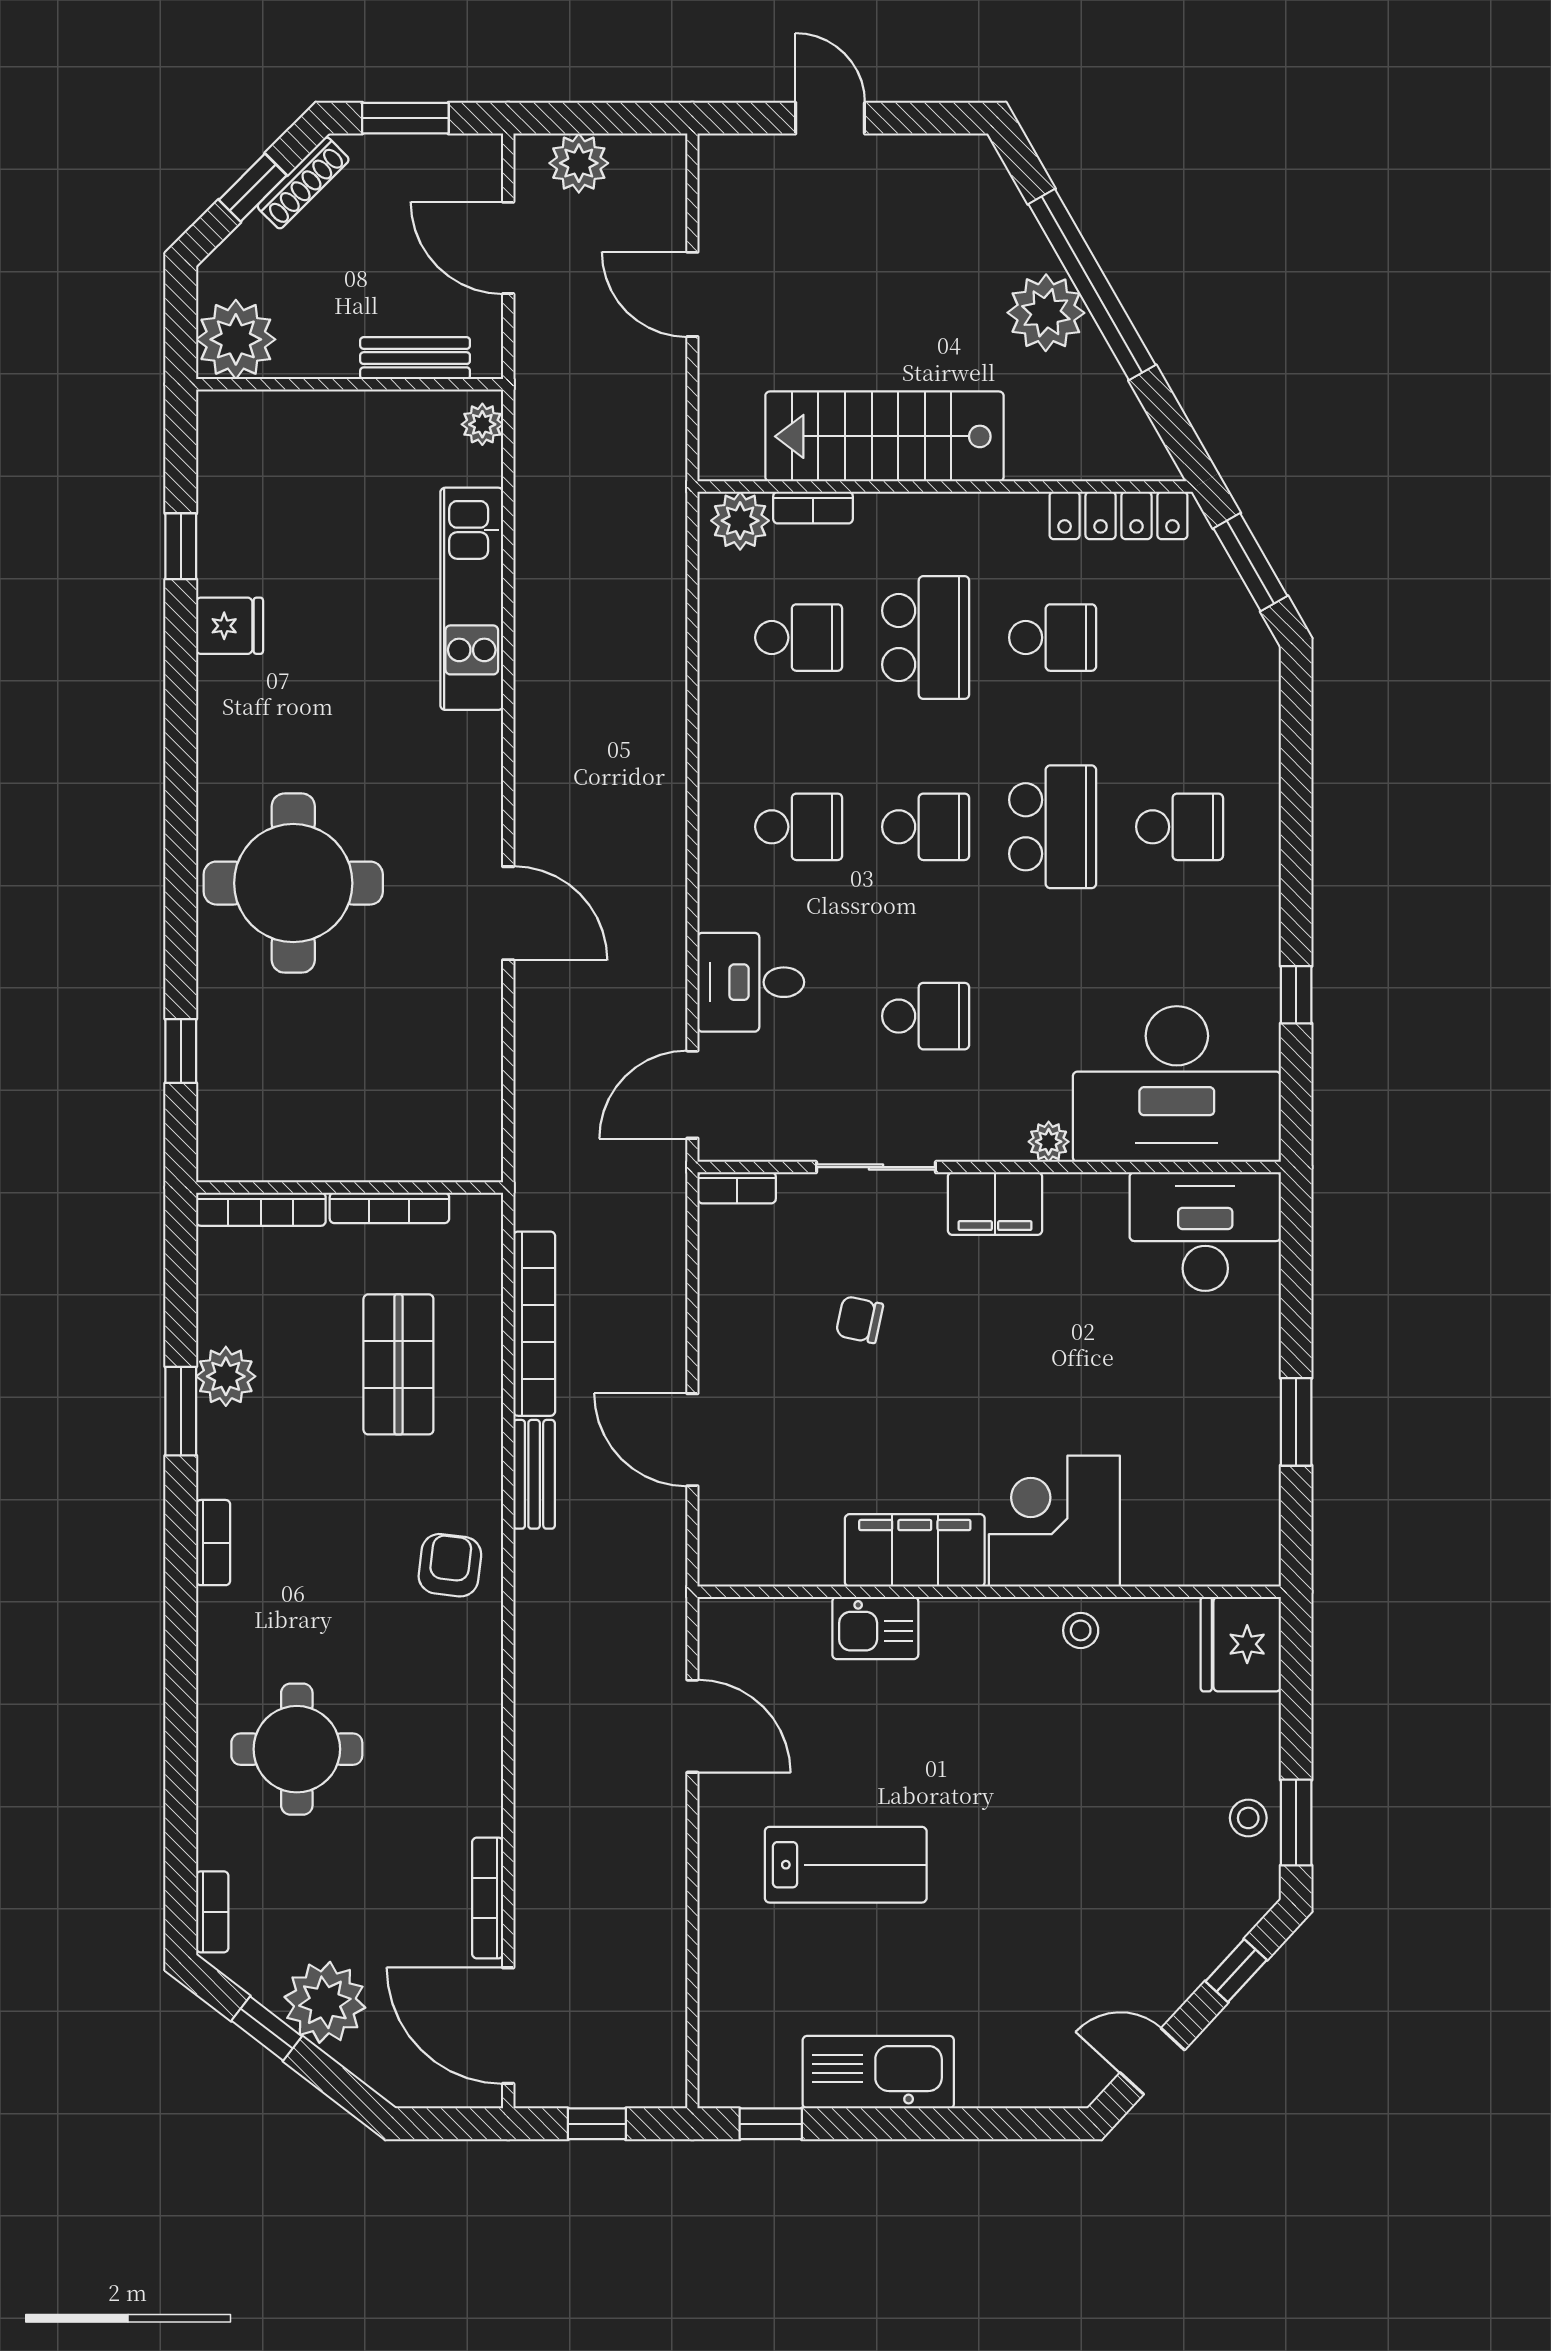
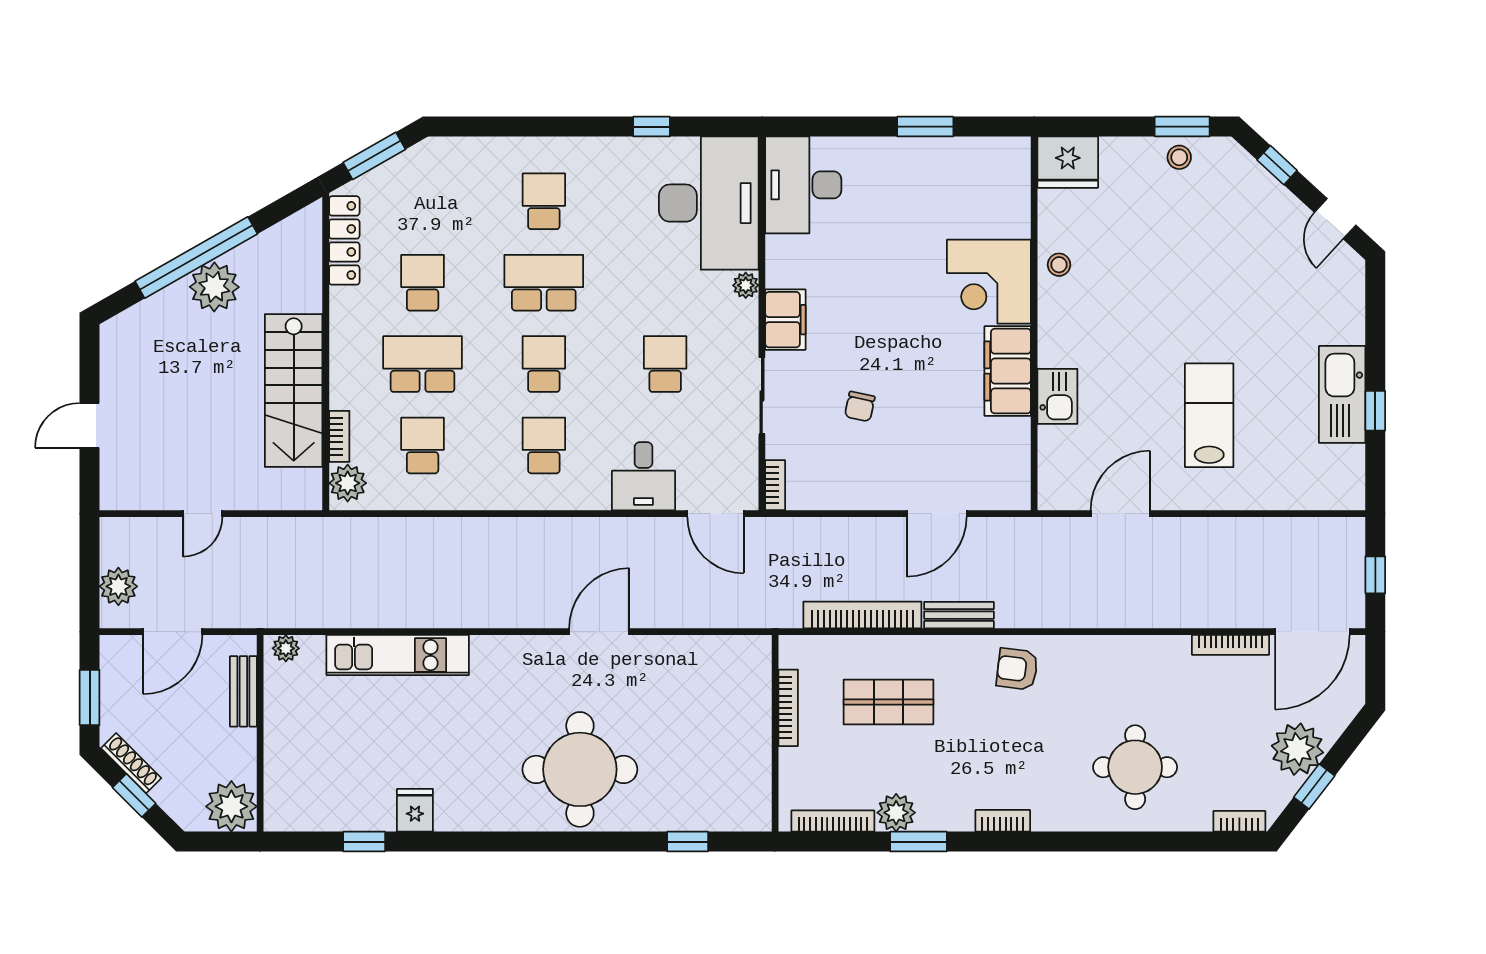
door: (692, 294) -> (203, 514), width x0.73
bookcase: (261, 1209) -> (833, 821), moved, turned -90
window: (771, 2124) -> (1375, 411), moved

